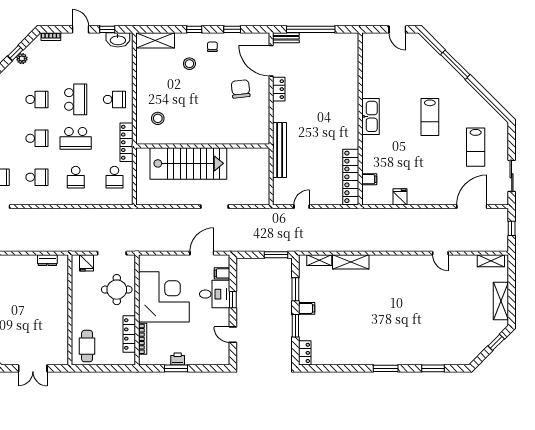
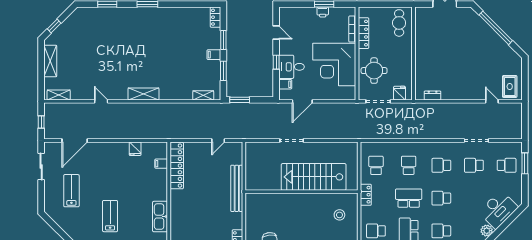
locker: (126, 142) -> (366, 195), width x0.66
shelving: (351, 262) -> (144, 94), moved

